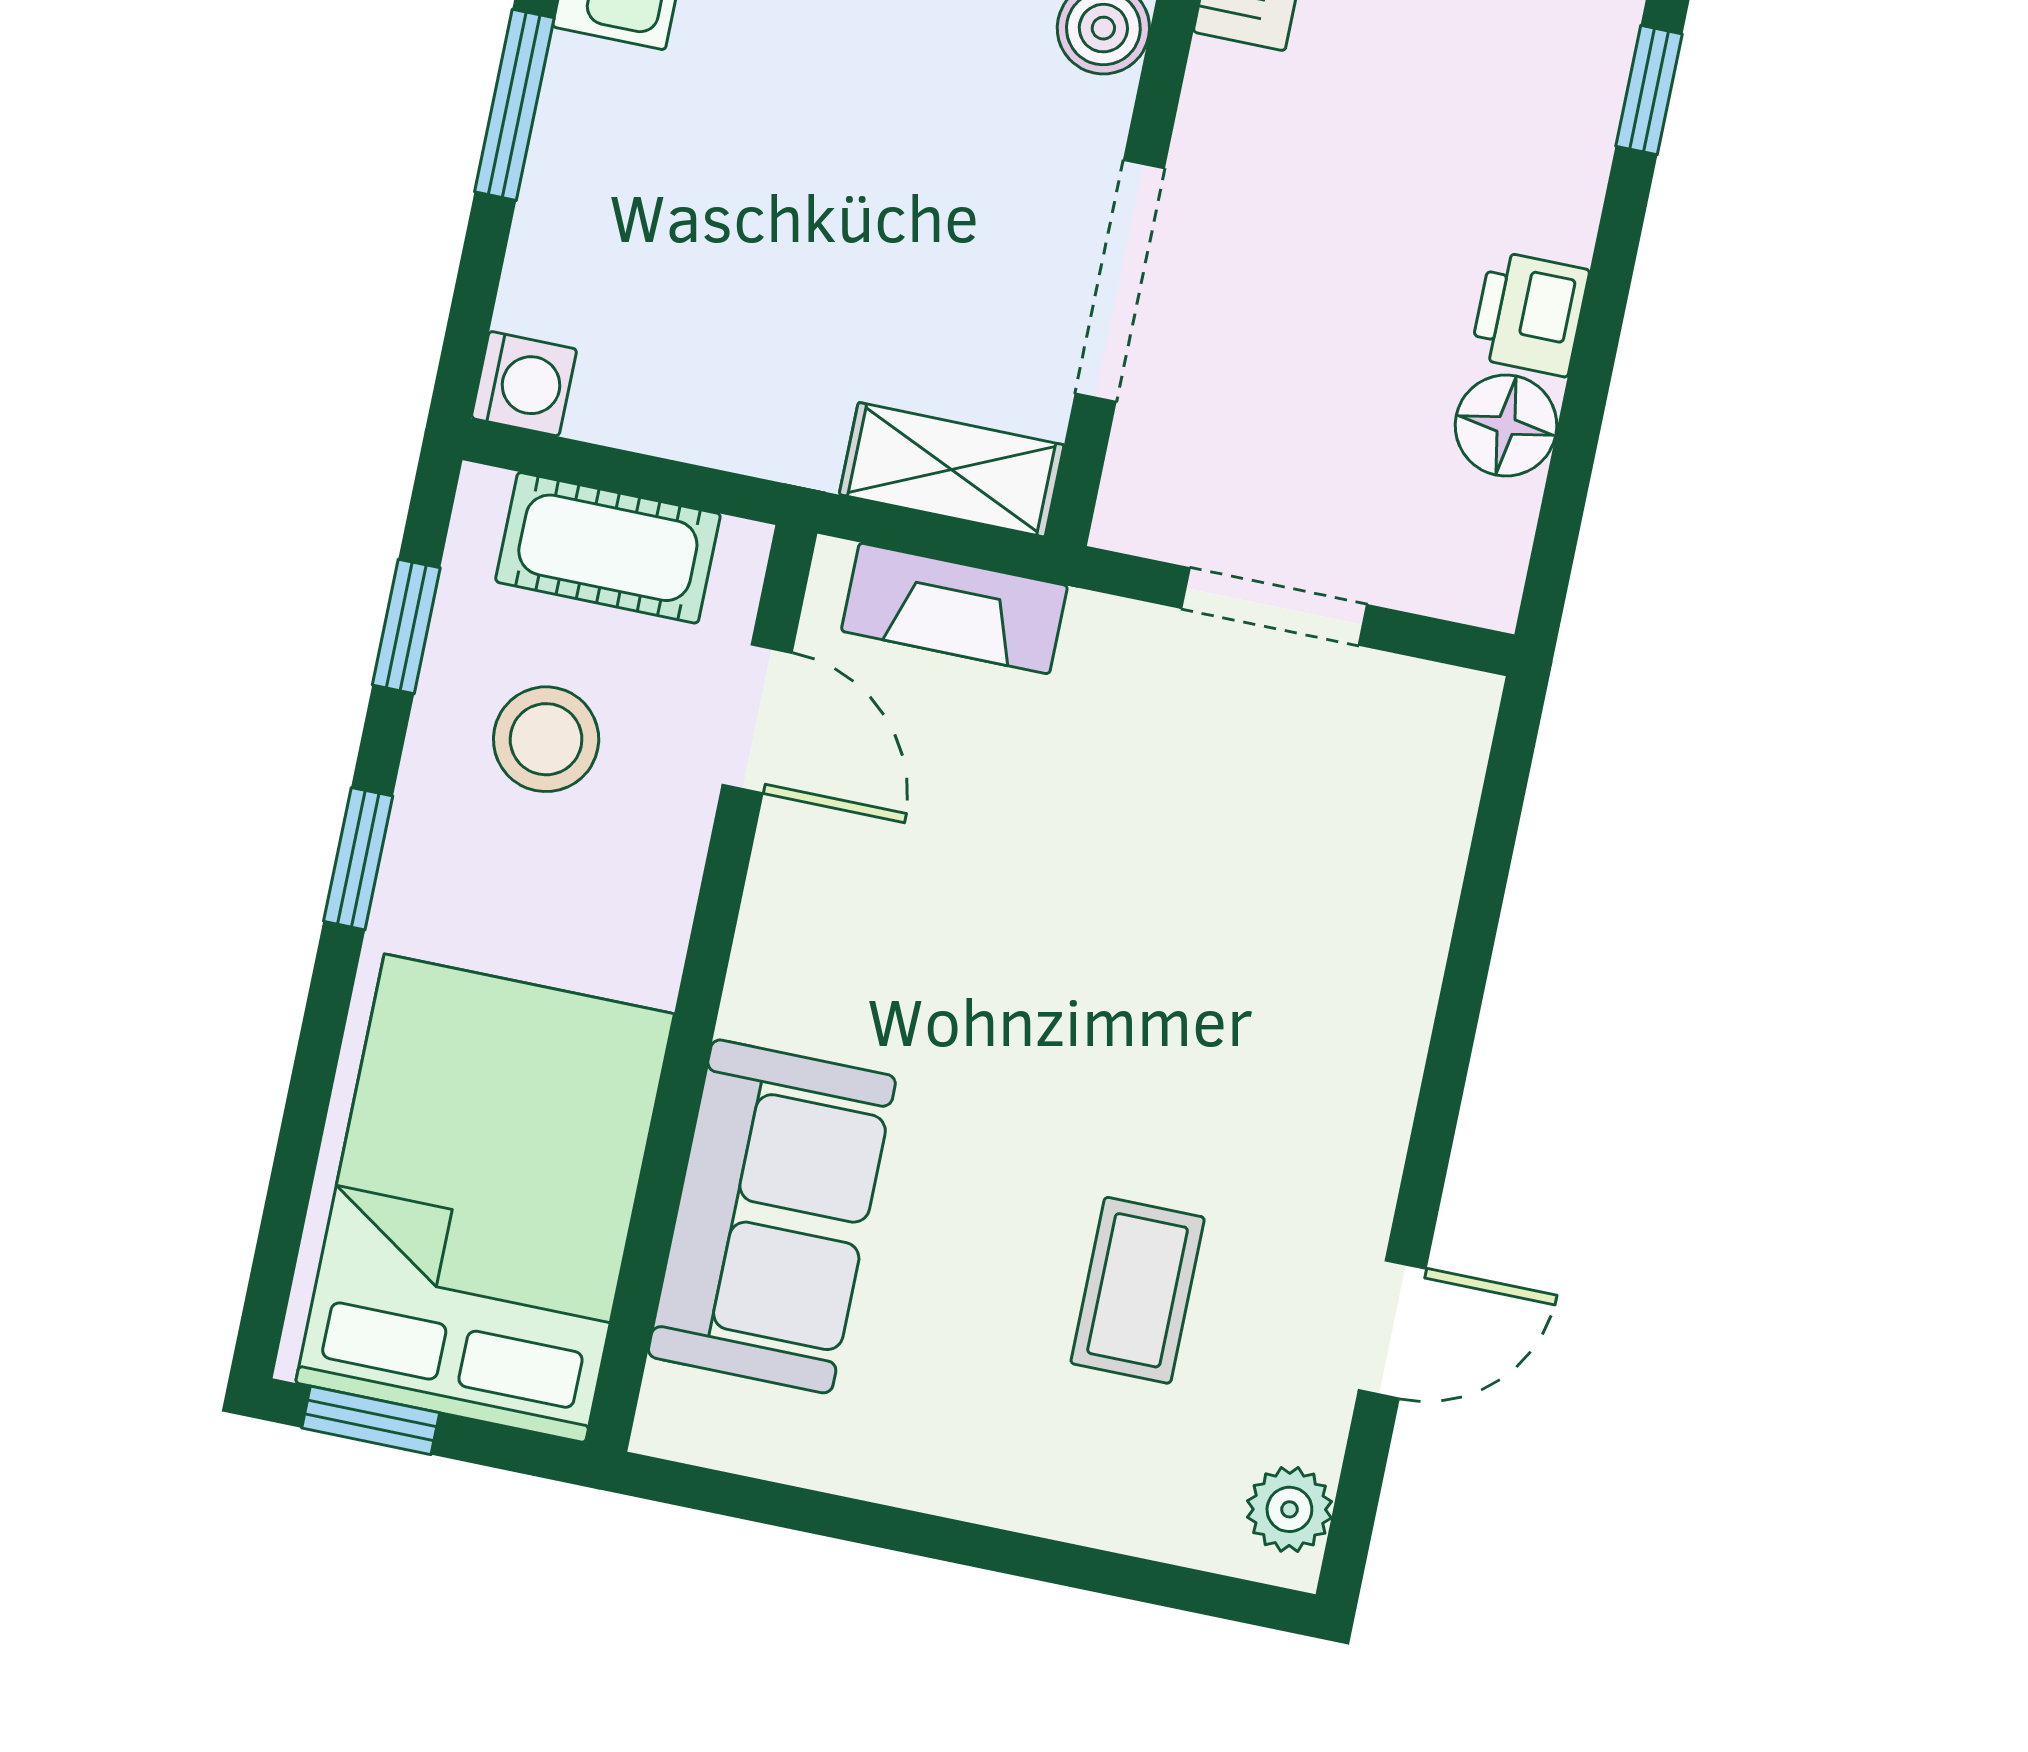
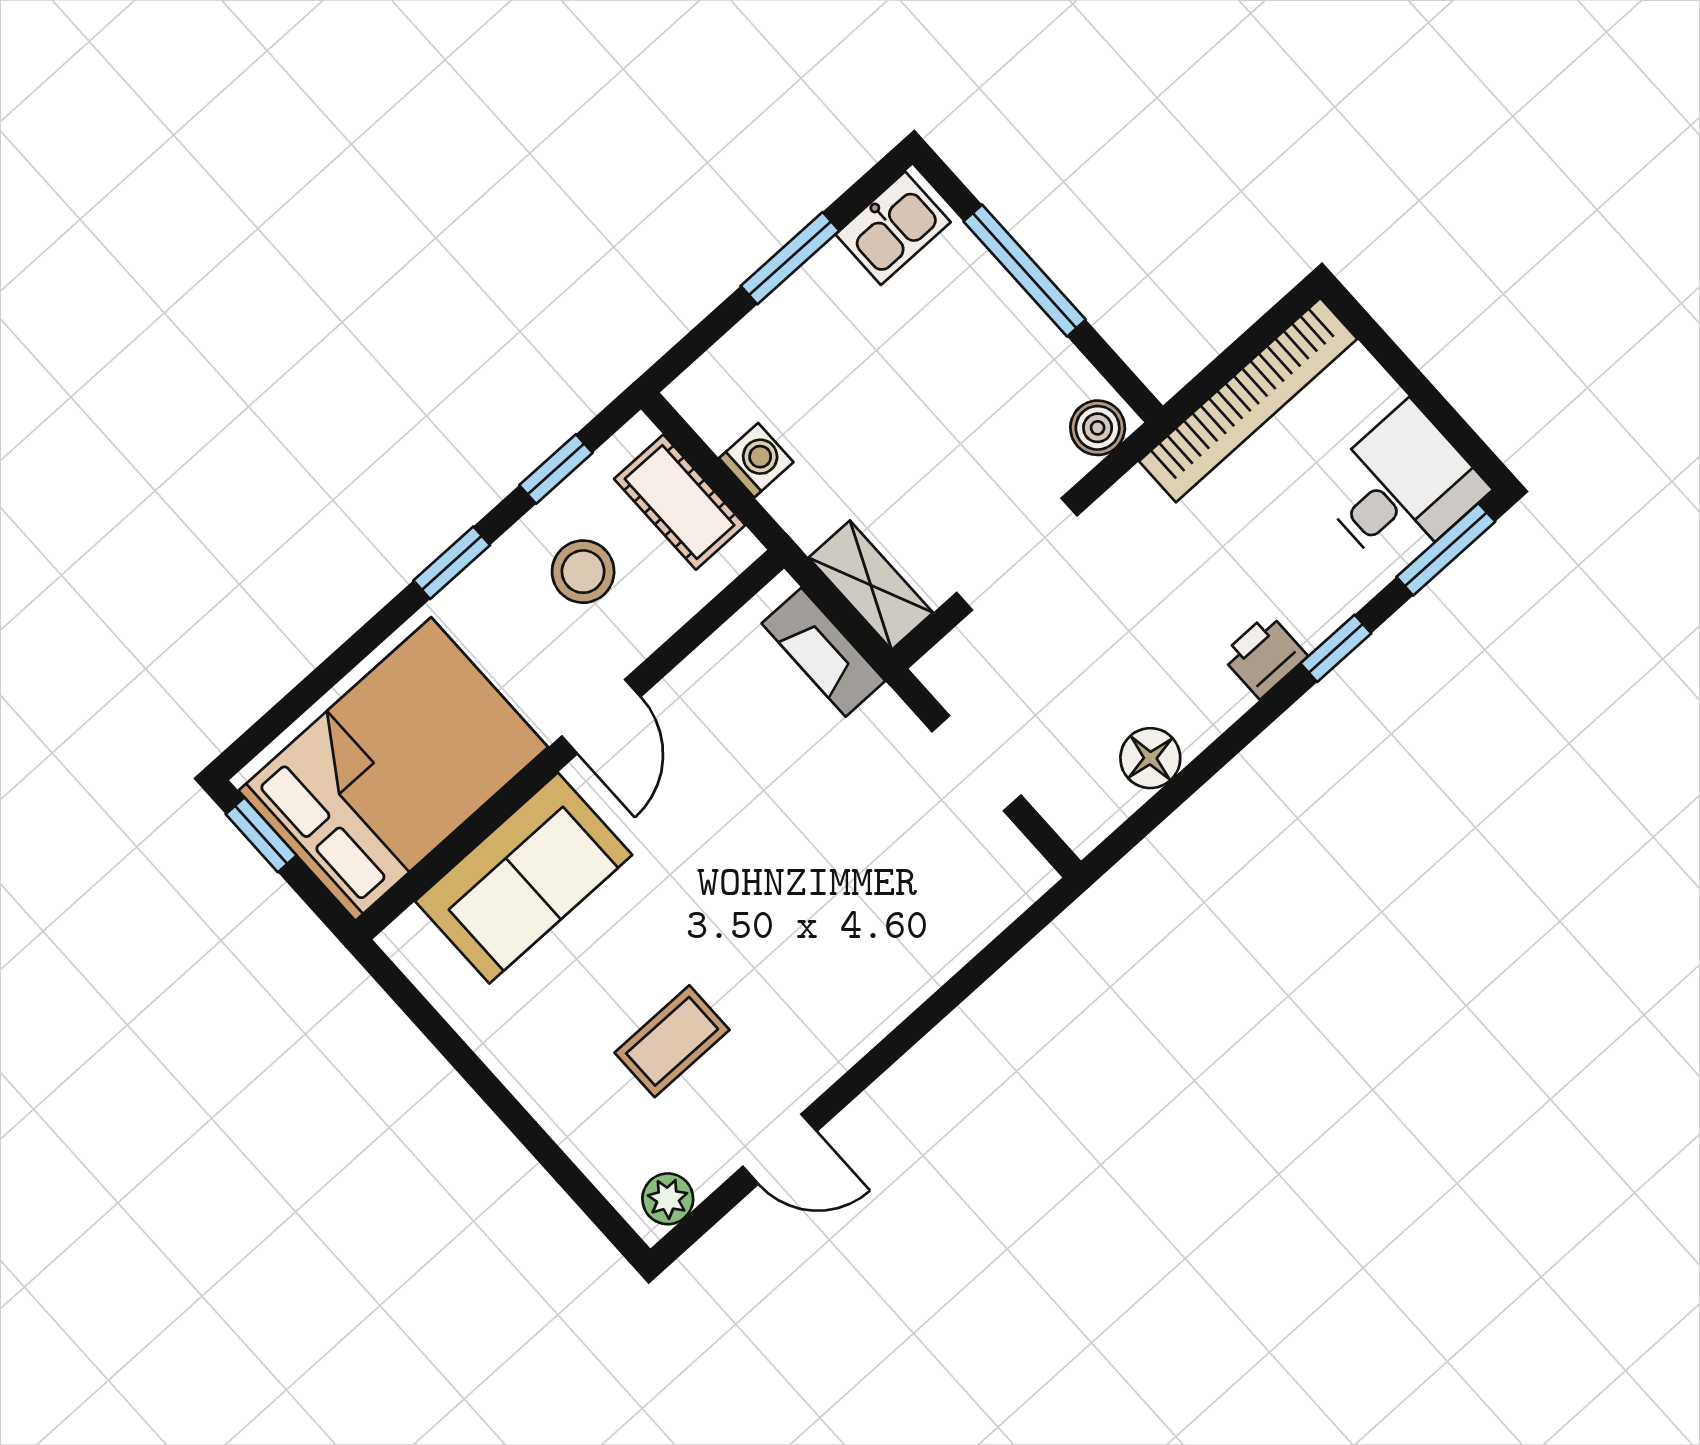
printer: (1530, 314) -> (1264, 656), moved
washing machine: (524, 384) -> (756, 460), moved, turned -90
door: (757, 719) -> (601, 716), moved

